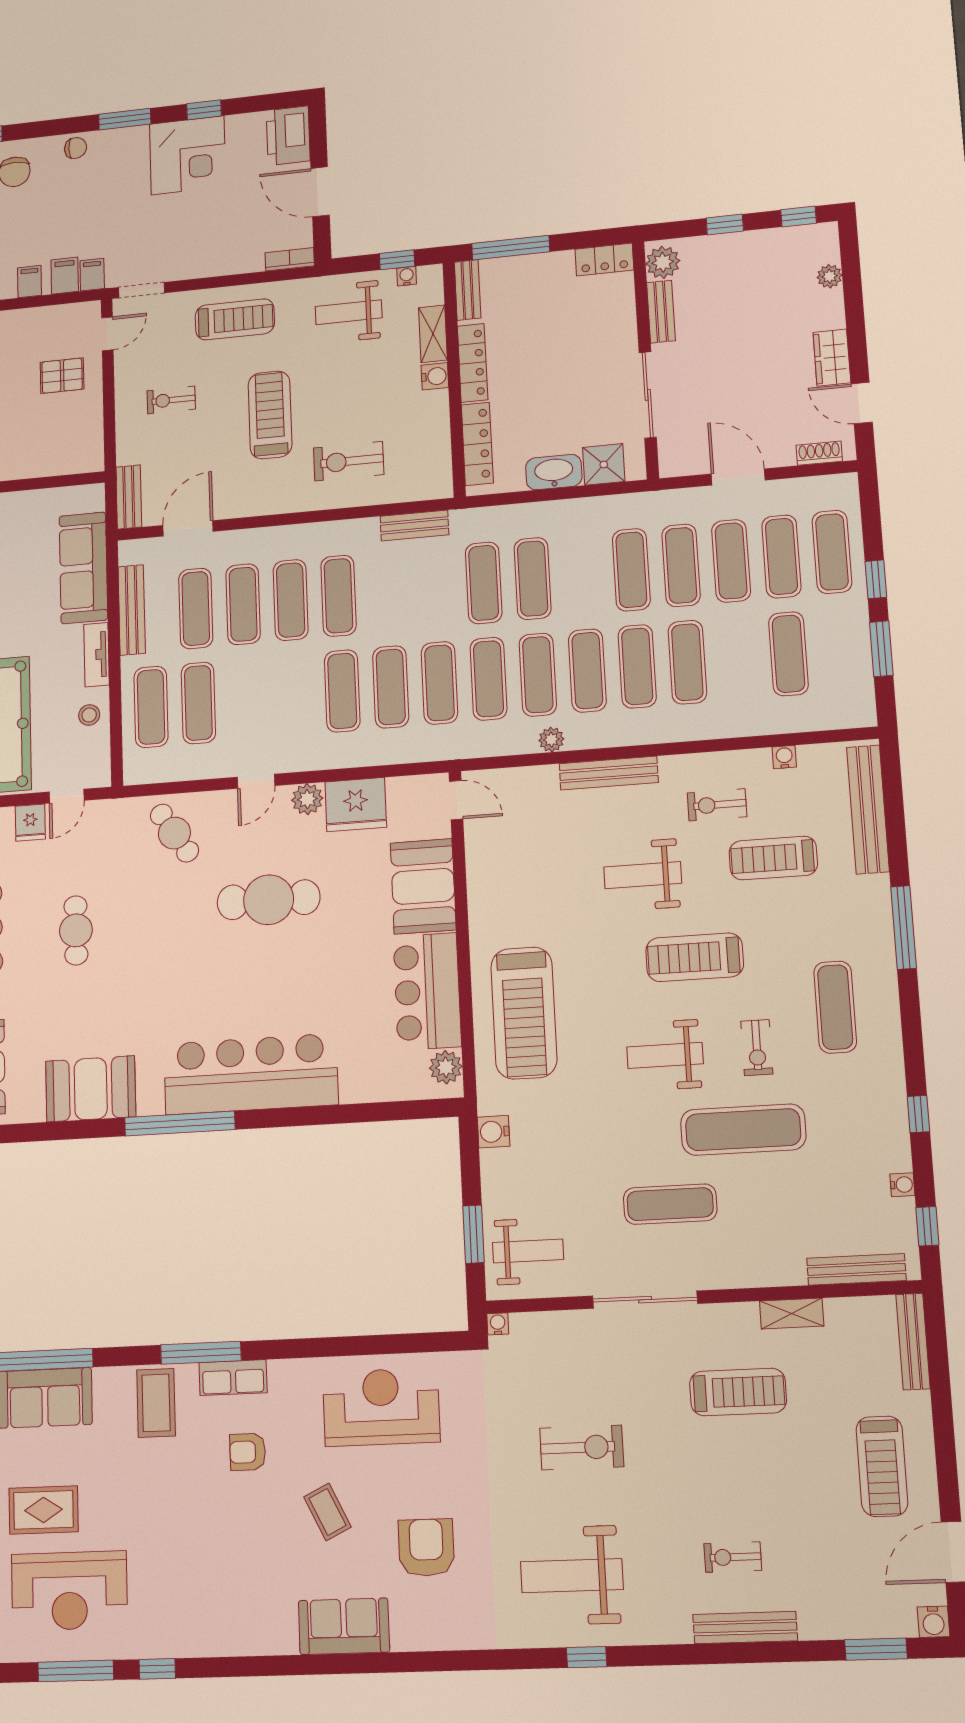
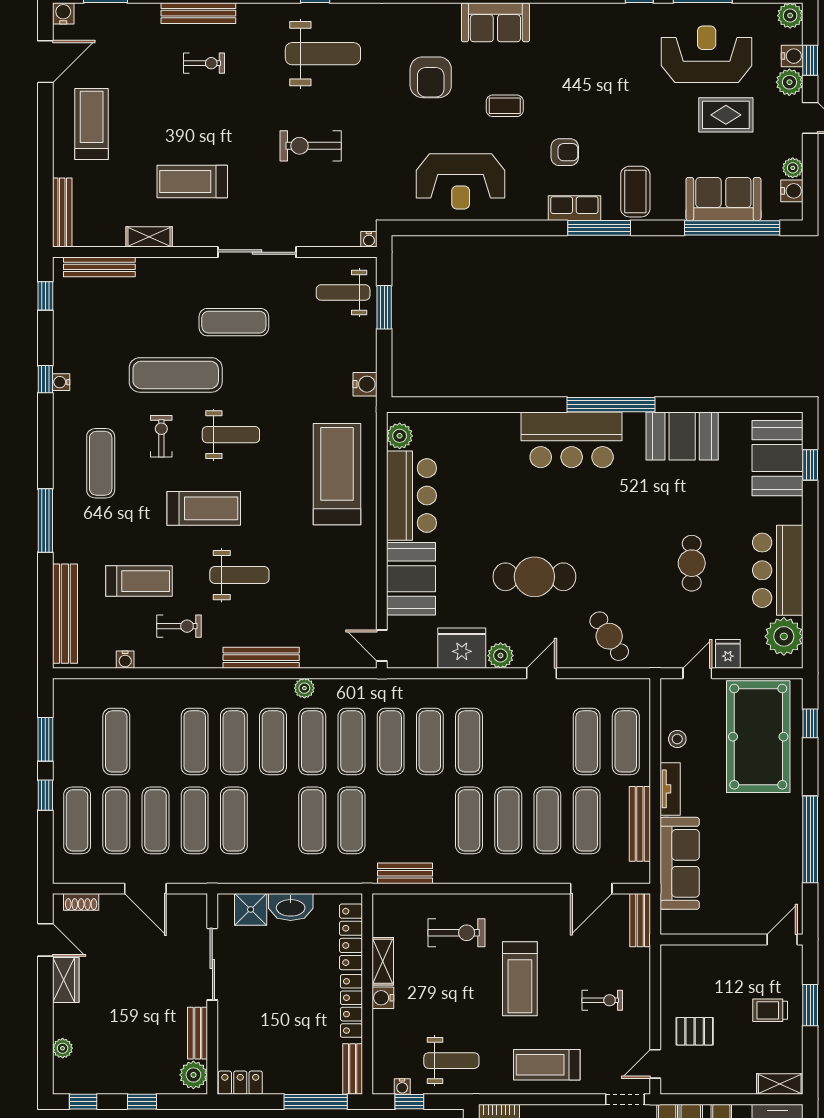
shelving: (433, 334) -> (383, 961), moved
bar counter: (251, 1074) -> (572, 440), width x0.73
water cooler: (902, 1185) -> (61, 382), moved
coffee table: (327, 1512) -> (505, 106), turned -64

